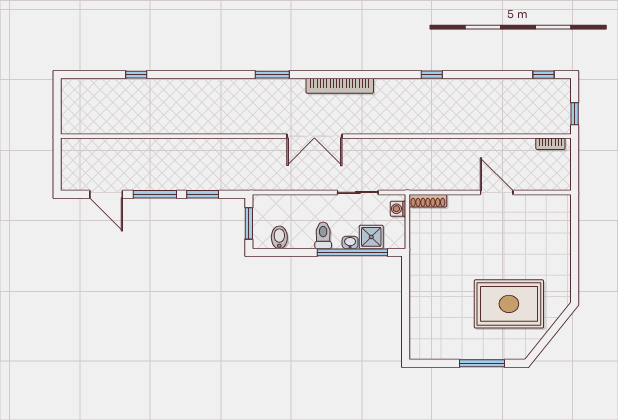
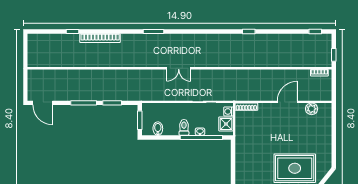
bookcase: (340, 86) -> (100, 38), moved
double door: (314, 136) -> (179, 68), width x0.73
door: (497, 192) -> (287, 102), hinge flipped
door: (106, 194) -> (43, 103), moved
plant: (537, 204) -> (312, 109), added
shower: (371, 237) -> (226, 124), moved

